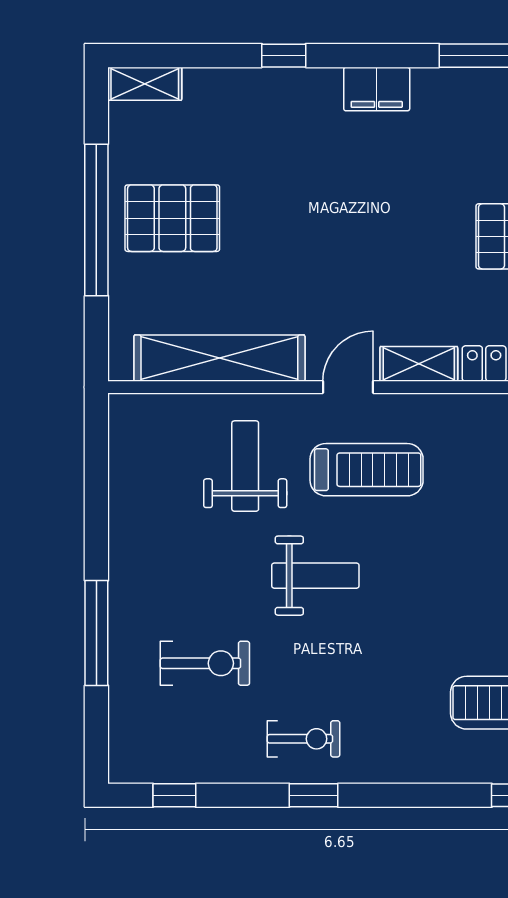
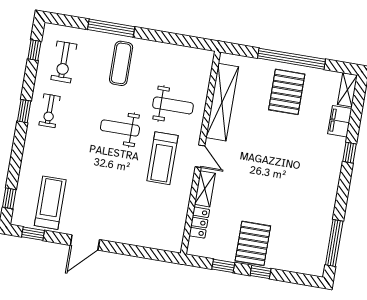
filing cabinet: (377, 89) -> (340, 121), moved
weight bench: (315, 576) -> (120, 128), turned 90
exercise mat: (171, 597) -> (121, 63), added
exercise bike: (205, 663) -> (64, 62), moved

